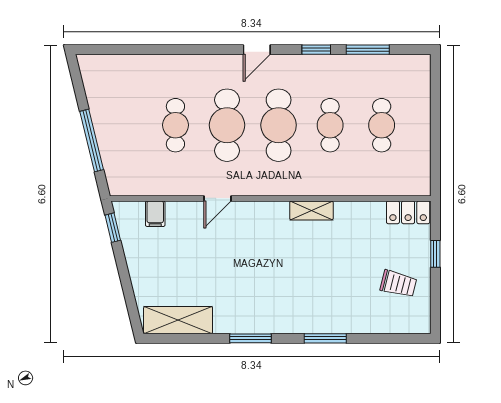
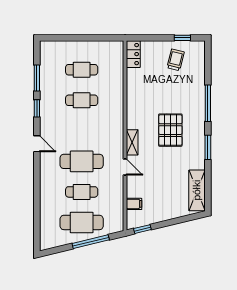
cafe table: (279, 125) -> (82, 222), moved
shelving: (311, 210) -> (132, 142), moved
window: (435, 254) -> (182, 38), moved
pallet: (280, 275) -> (170, 130), added
window: (325, 338) -> (208, 103), width x1.44

